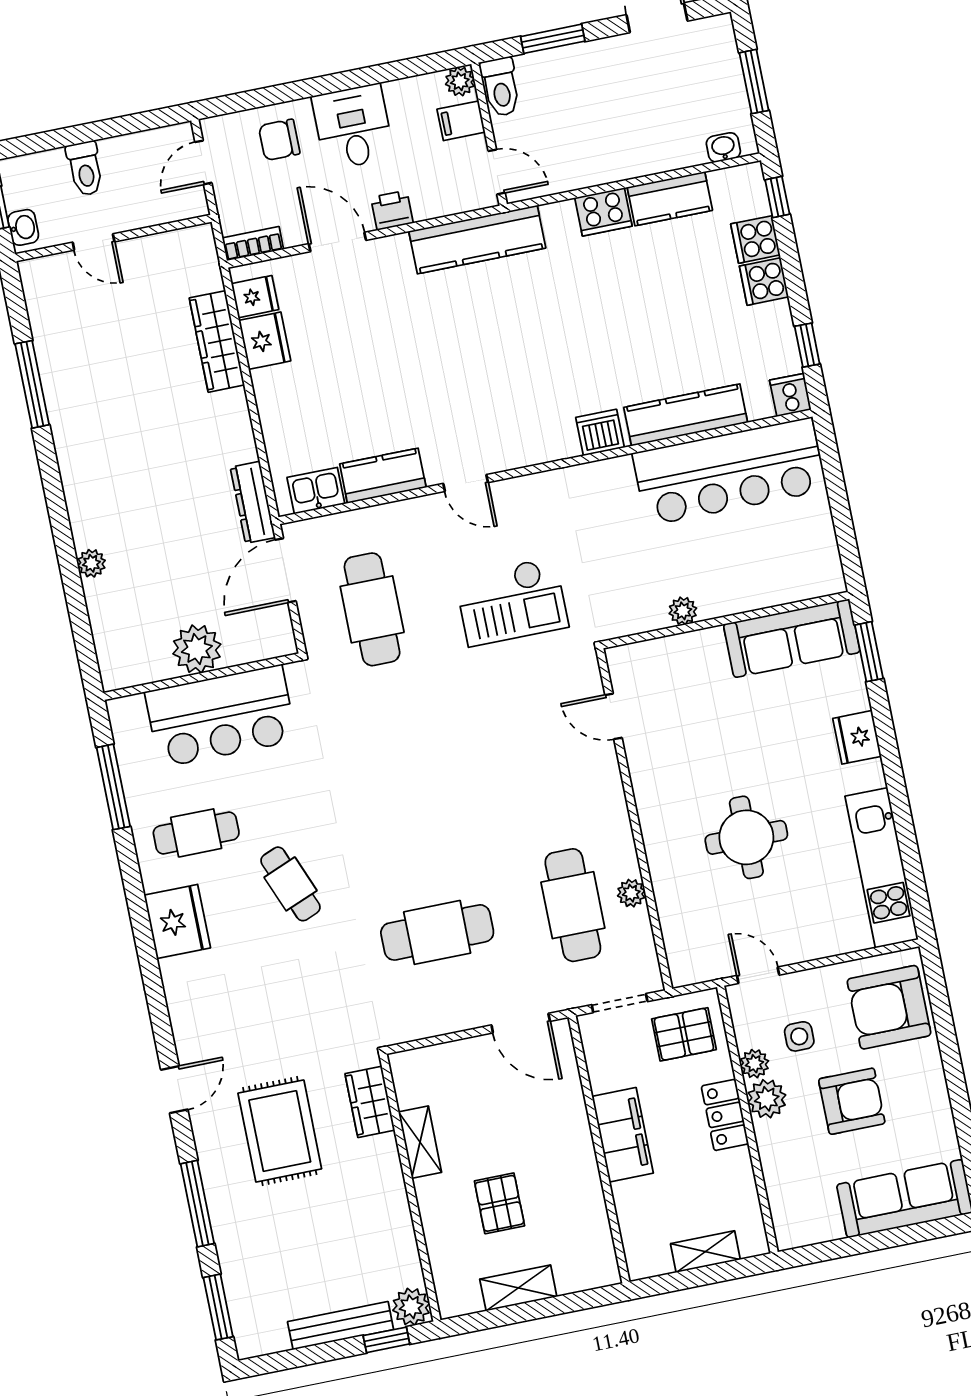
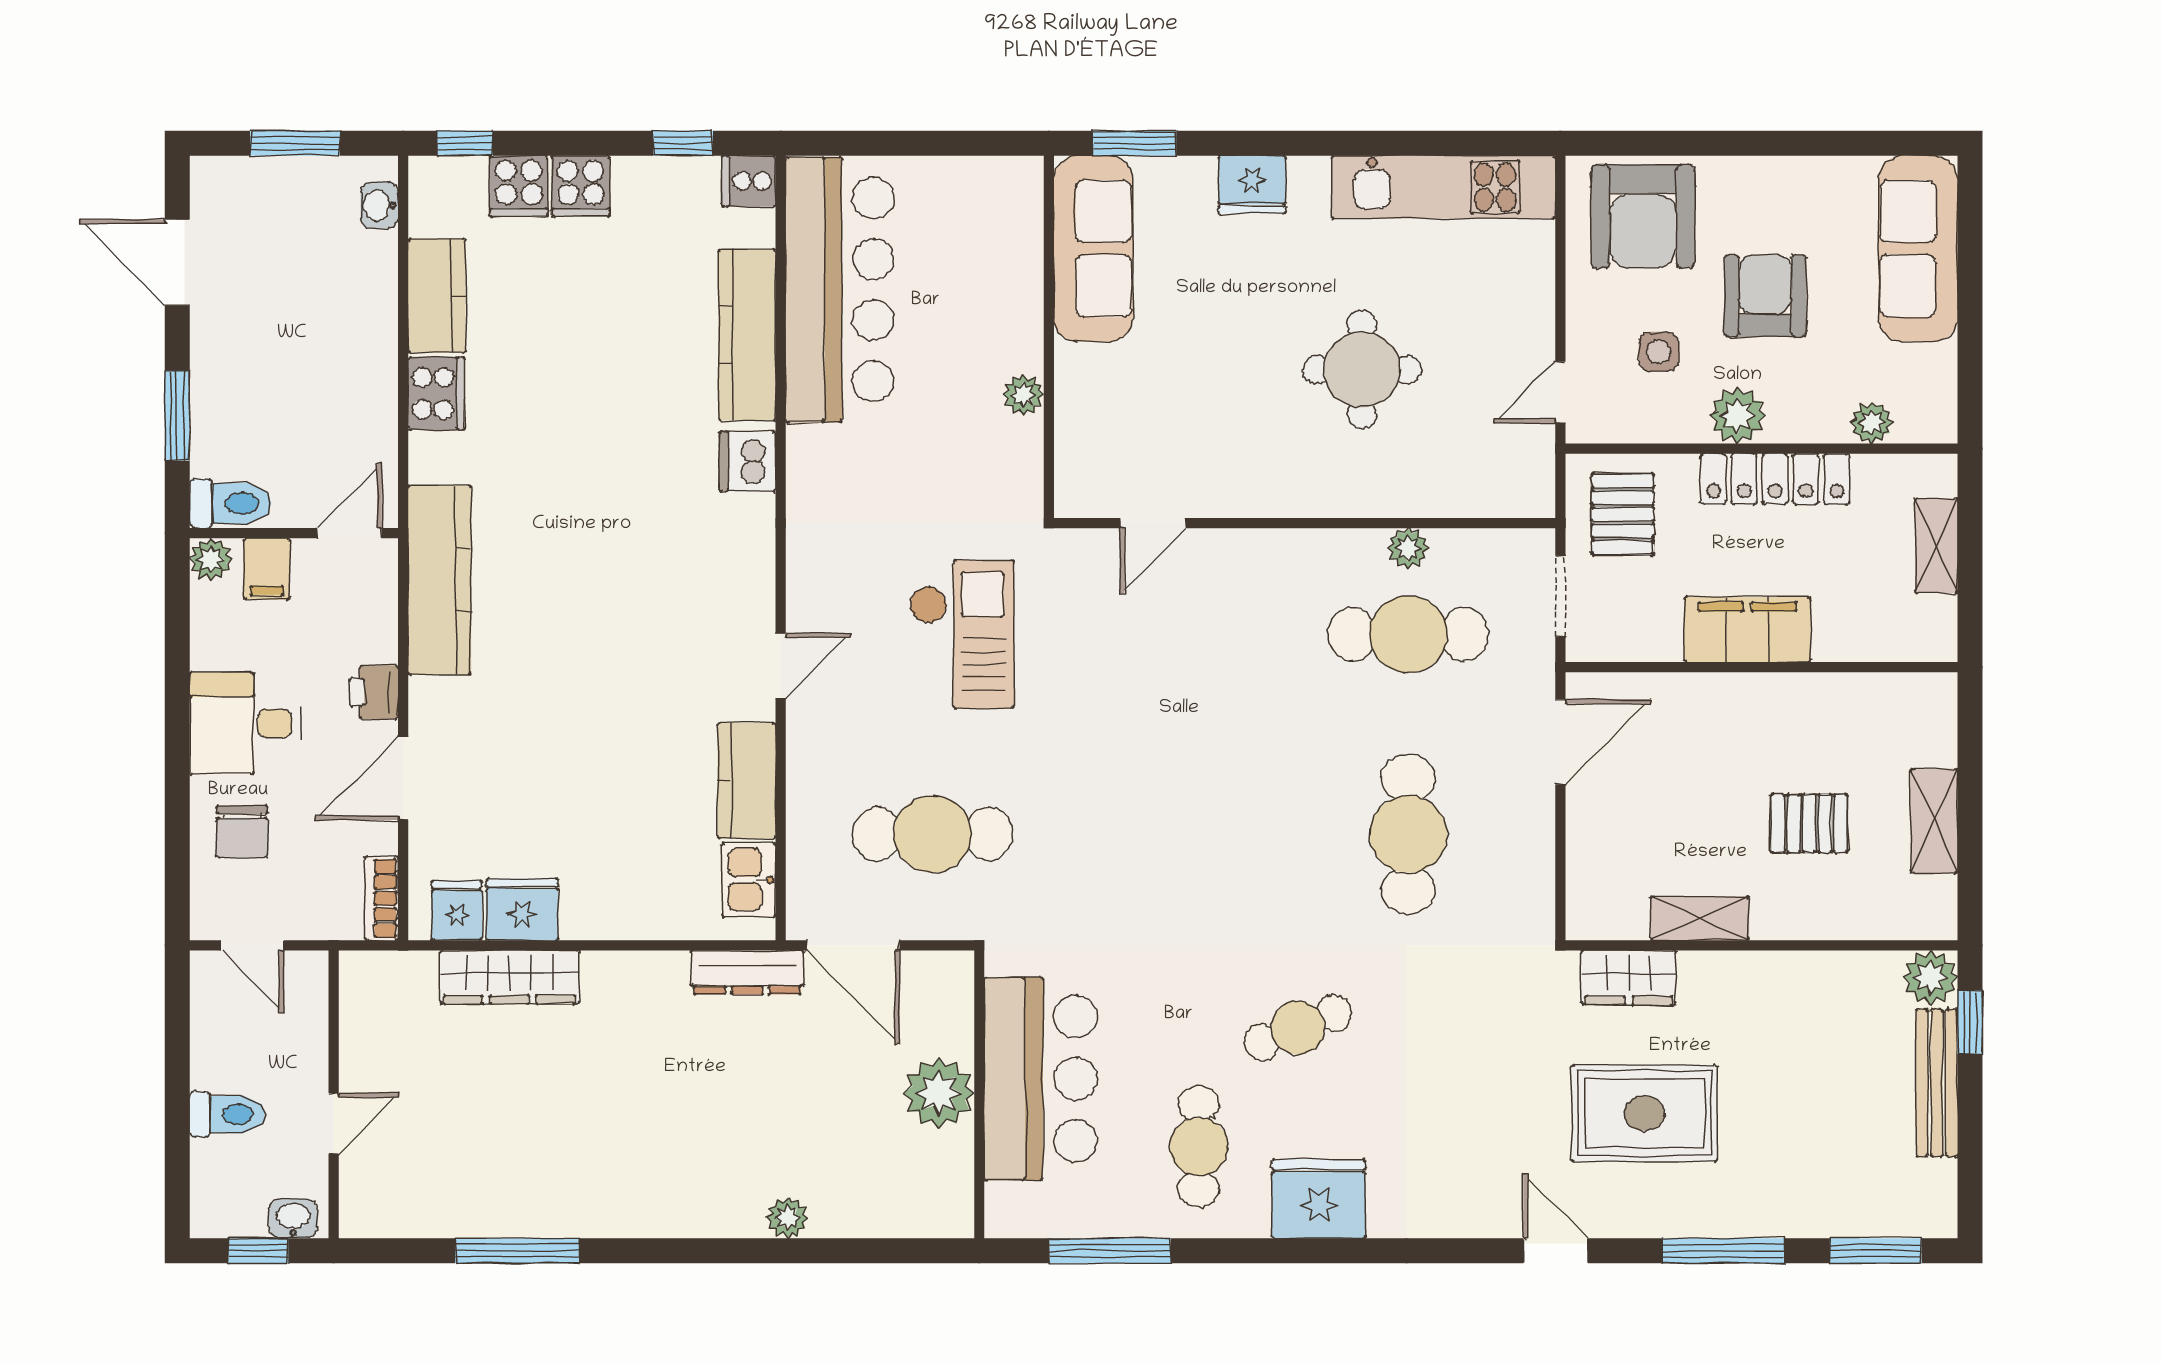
plant: (754, 1064) -> (1872, 423), moved
locker: (725, 1115) -> (1775, 479), width x1.53

